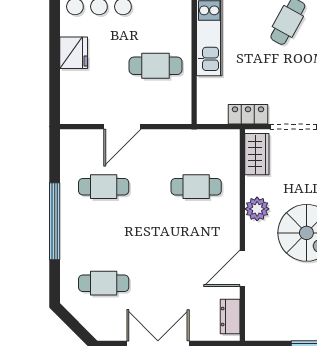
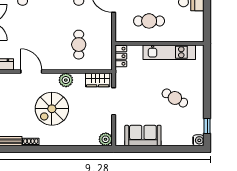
cafe table: (156, 66) -> (149, 21), turned 90
locker: (248, 114) -> (121, 56), moved

